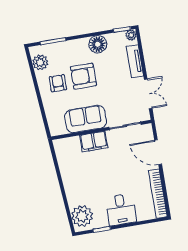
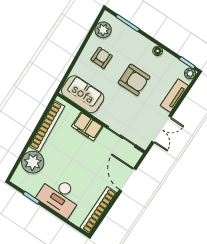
floor lamp: (98, 44) -> (158, 51), width x0.53, depth x0.53
armchair: (83, 76) -> (134, 80), moved, turned 180
sofa: (86, 119) -> (83, 94), moved
bookcase: (65, 168) -> (47, 126), added
desk: (121, 210) -> (60, 196), width x1.37
plant: (82, 216) -> (33, 162), moved

